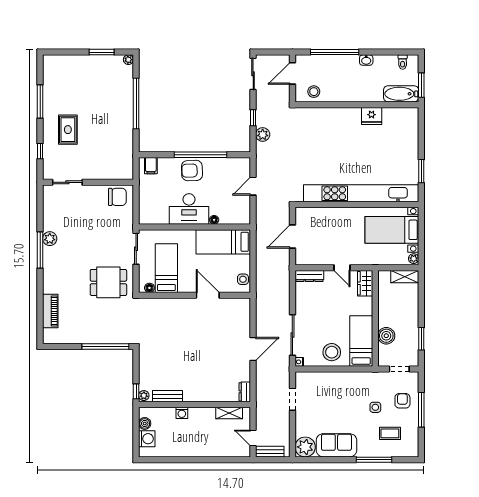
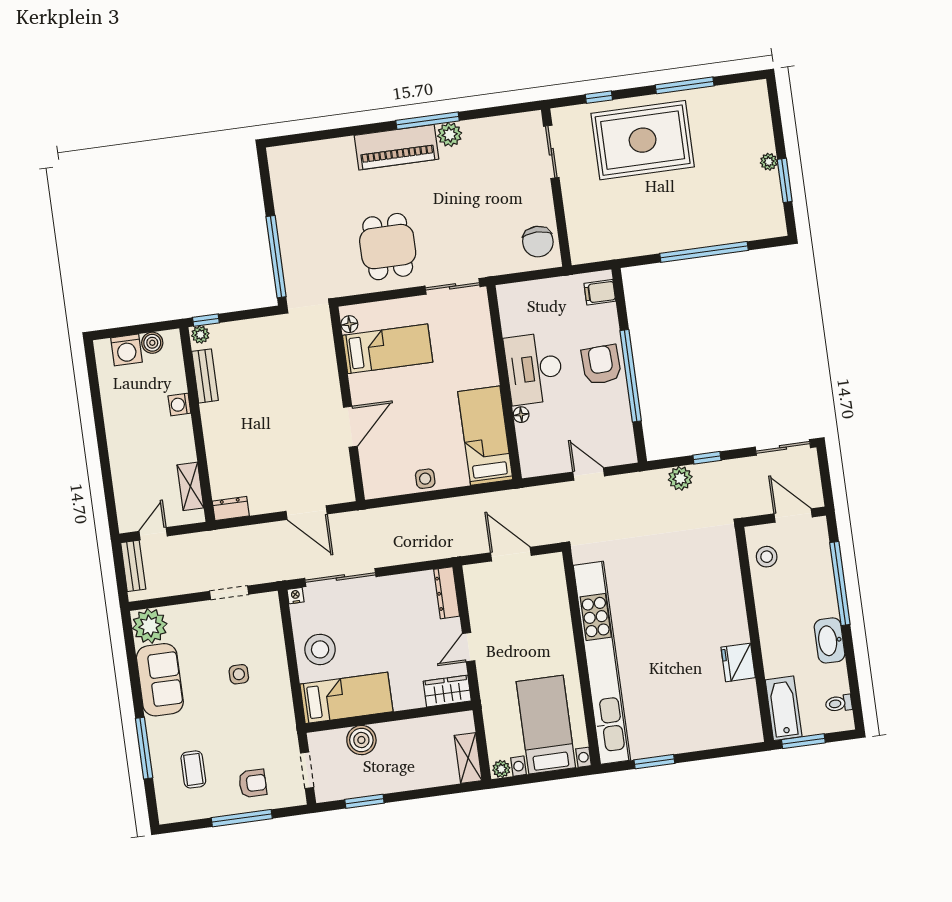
plant: (128, 60) -> (769, 162), moved
washbasin: (366, 60) -> (830, 640), width x1.91, depth x1.45
rug: (68, 130) -> (643, 140), width x1.86, depth x2.06
bed: (166, 268) -> (388, 349), moved
floor lamp: (149, 288) -> (349, 324), moved
wall: (195, 295) -> (347, 404), moved
door: (208, 295) -> (350, 427), moved
piano: (50, 311) -> (396, 147), moved, width x1.37, depth x1.33
side table: (375, 407) -> (239, 674), moved

